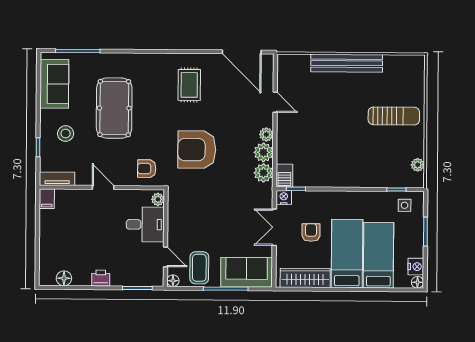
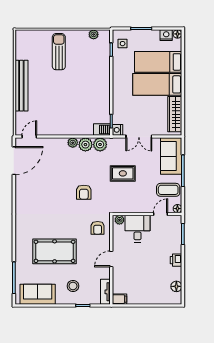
rug: (189, 85) -> (123, 173), moved
door: (275, 102) -> (29, 137), moved
armchair: (197, 150) -> (84, 192), width x0.53, depth x0.53
armchair: (311, 232) -> (142, 110), removed

